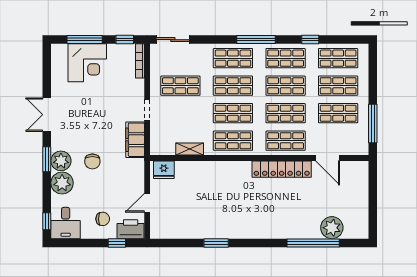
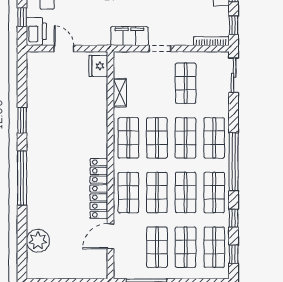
window: (256, 40) -> (234, 162), width x1.46
window: (345, 40) -> (234, 254), added
window: (313, 243) -> (22, 178), moved

